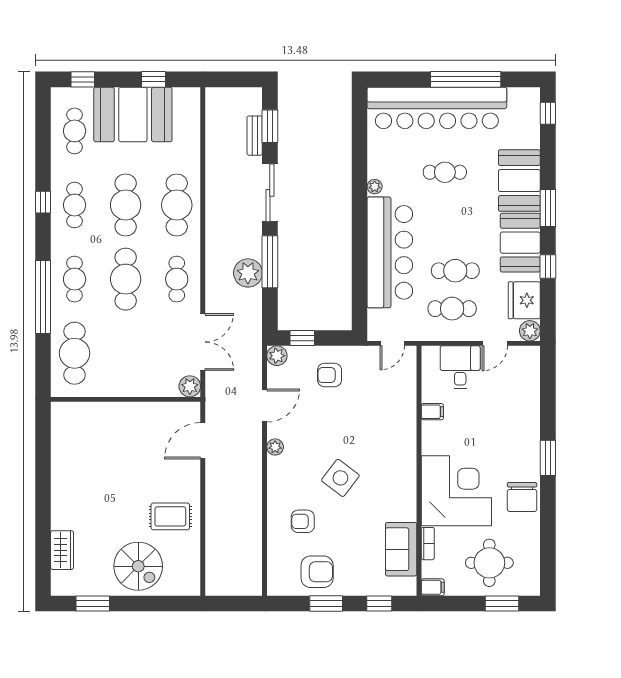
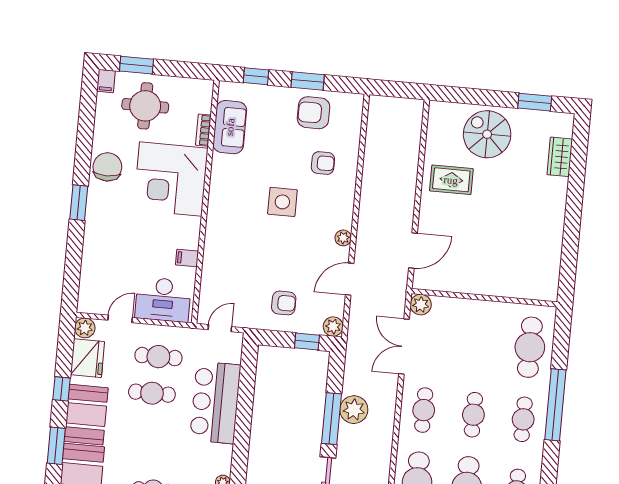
bar counter: (390, 252) -> (215, 402), width x0.73
cafe table: (126, 279) -> (473, 415), width x0.73, depth x0.74
desk: (460, 367) -> (163, 300), width x1.37
side table: (340, 478) -> (282, 202), turned -37
filing cabinet: (433, 587) -> (106, 81), moved, turned -90

